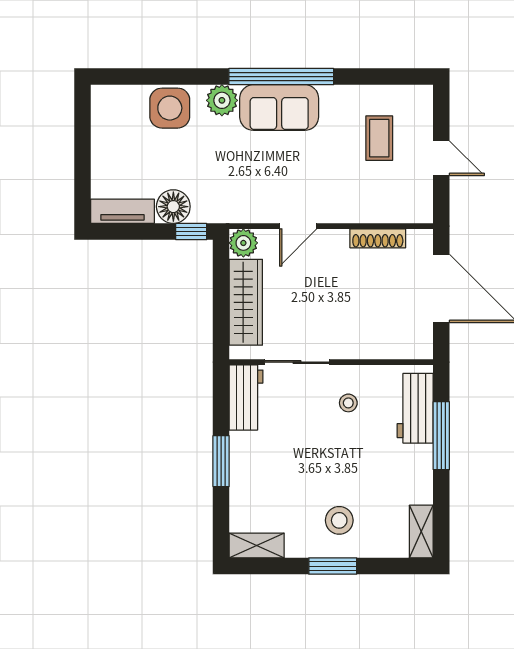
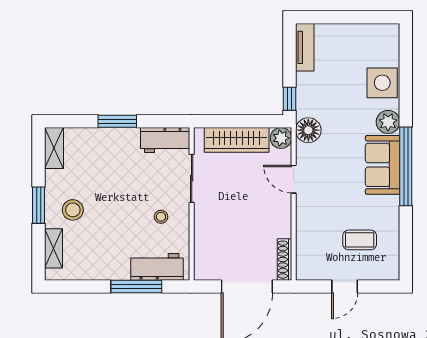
floor lamp: (173, 207) -> (308, 130), moved
shoe rack: (378, 238) -> (284, 260), moved
shelving: (421, 532) -> (54, 248), moved, turned 90

